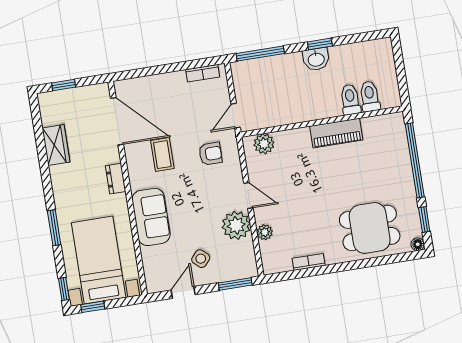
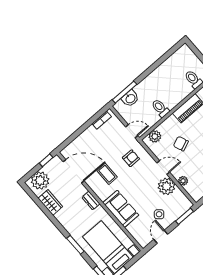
window: (320, 44) -> (152, 68), removed
washbasin: (316, 59) -> (130, 98), moved
window: (64, 85) -> (46, 160), moved
toilet: (350, 100) -> (160, 108), moved
plant: (61, 105) -> (40, 181), added
door: (236, 116) -> (132, 131), swing flipped
chair: (295, 177) -> (181, 144), added

